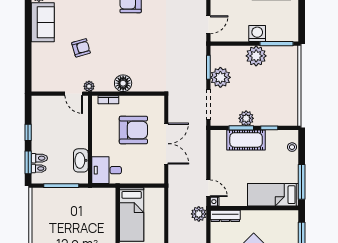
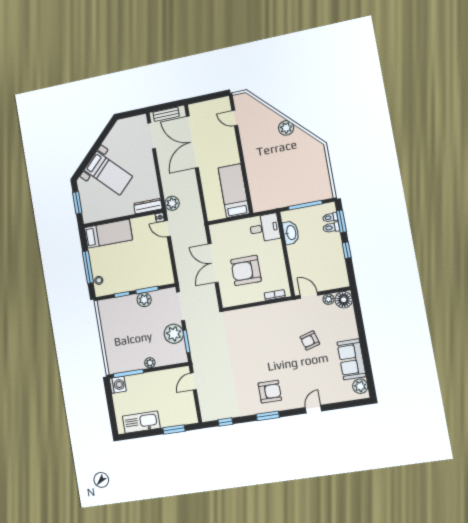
washing machine: (257, 34) -> (118, 385), moved, turned -90
plant: (256, 56) -> (150, 363), width x0.53, depth x0.53
floor lamp: (123, 83) -> (344, 300), moved
plant: (89, 86) -> (329, 299), moved
cot: (246, 140) -> (141, 280), removed
window: (302, 182) -> (88, 267), moved

